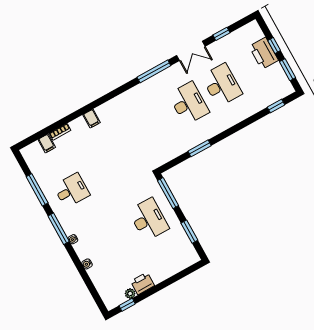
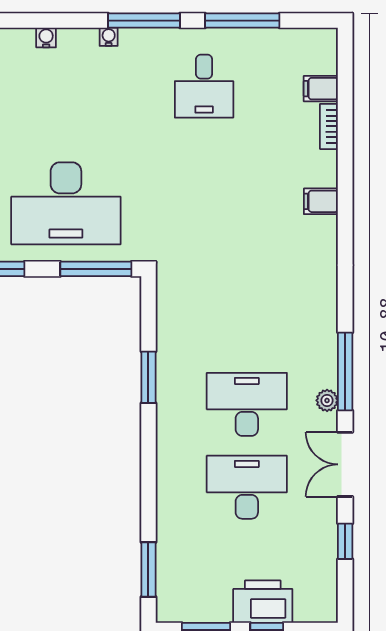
plant: (169, 72) -> (327, 400), added
desk: (222, 85) -> (247, 487), turned 180
desk: (189, 103) -> (247, 404), turned 180
window: (276, 106) -> (148, 569), width x1.50
desk: (149, 220) -> (66, 203), width x1.36, depth x1.30

